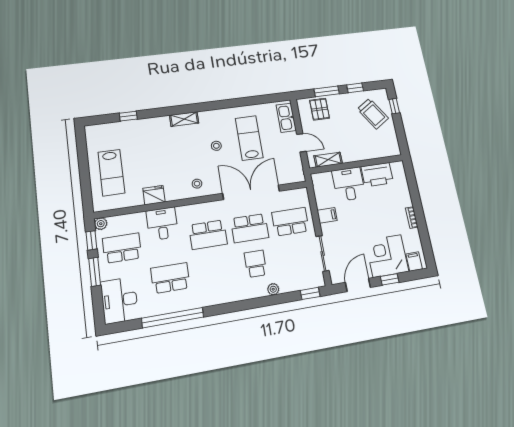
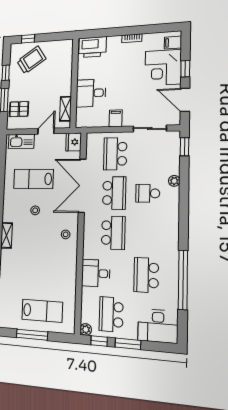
window: (84, 166) -> (32, 335), added
printer: (377, 175) -> (92, 47), moved, turned 90
fridge: (154, 195) -> (74, 142), moved

